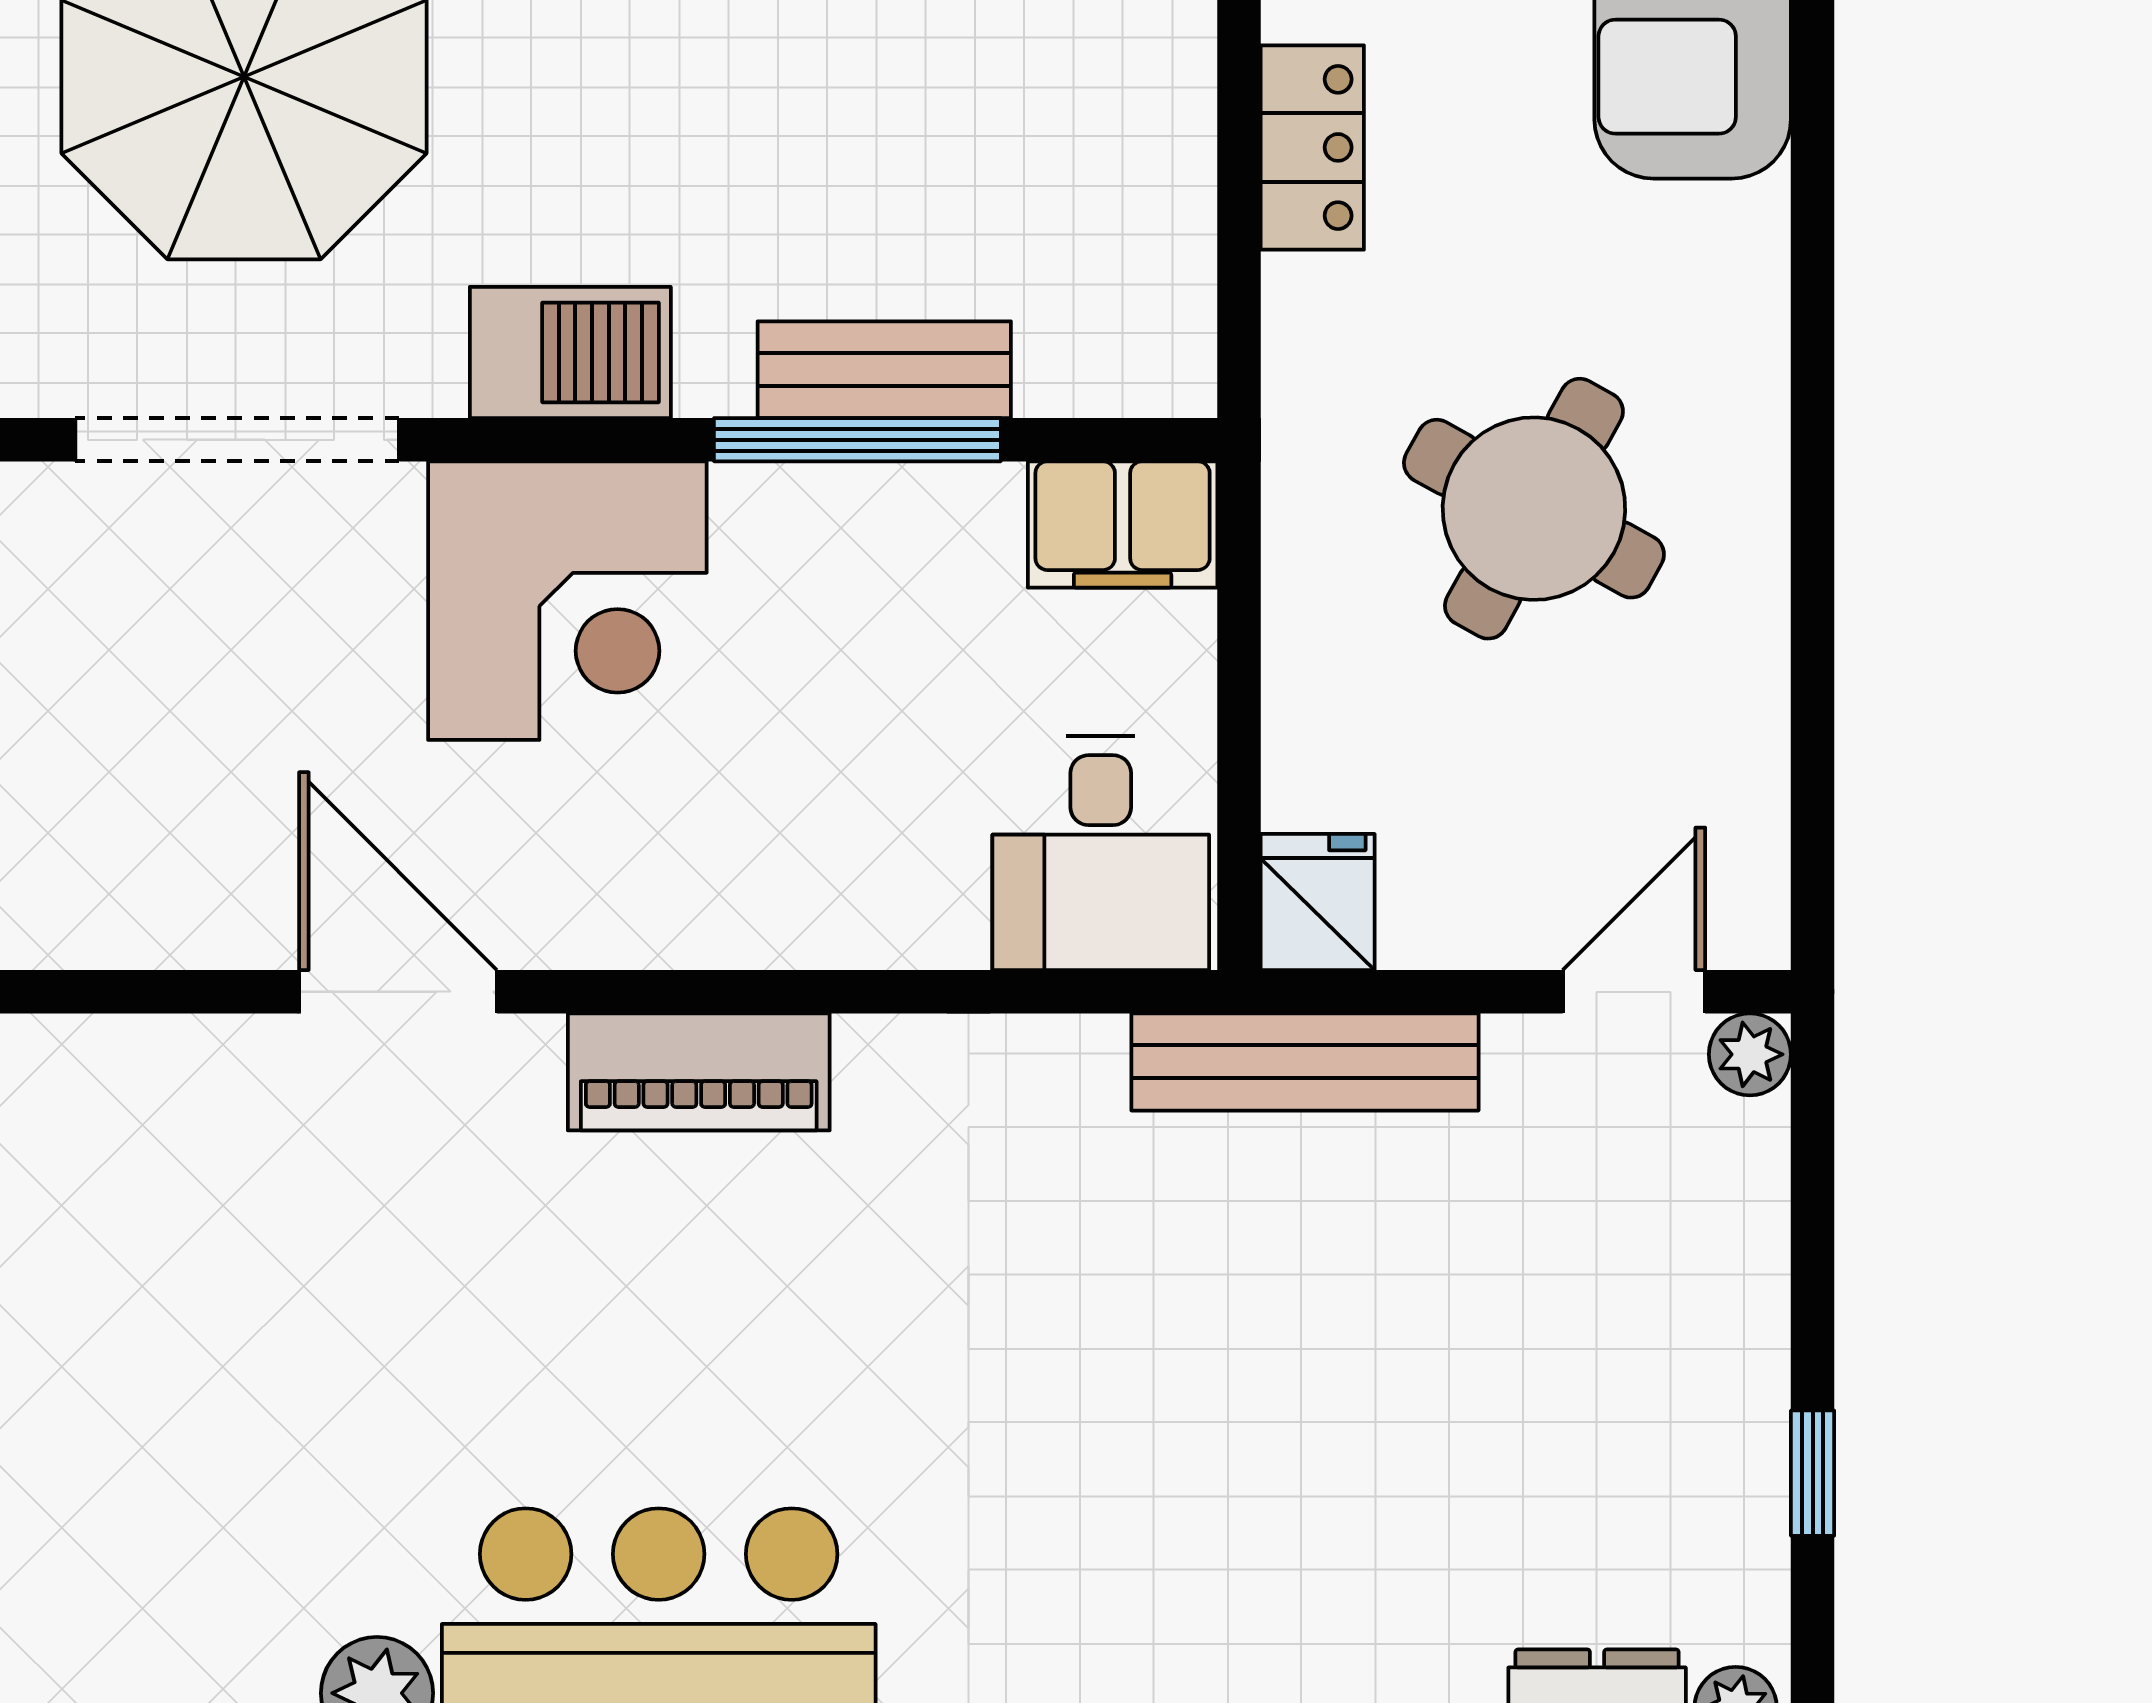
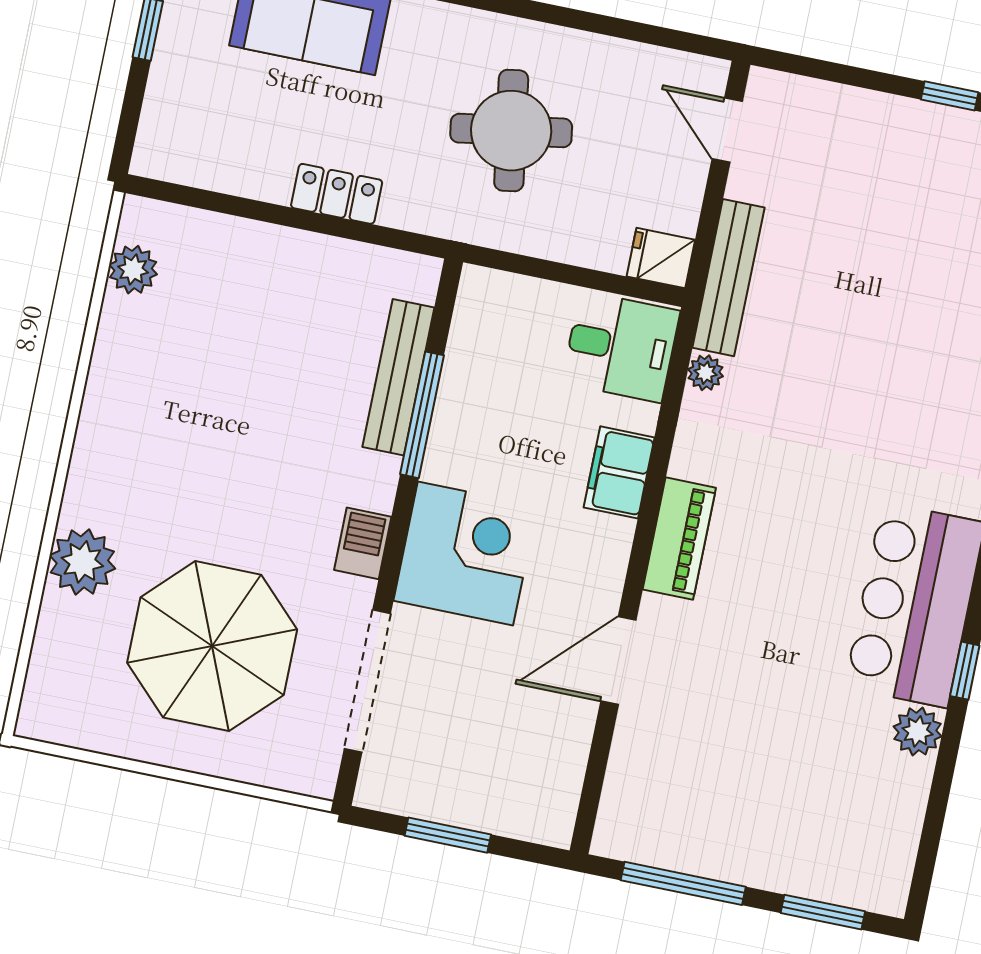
barbecue: (570, 352) -> (363, 543), width x0.73, depth x0.79
bench: (884, 370) -> (398, 377), width x1.36
round table: (1534, 509) -> (511, 131), turned -38
filing cabinet: (1123, 525) -> (619, 472), moved, turned 180
plant: (1750, 1054) -> (705, 373), moved

